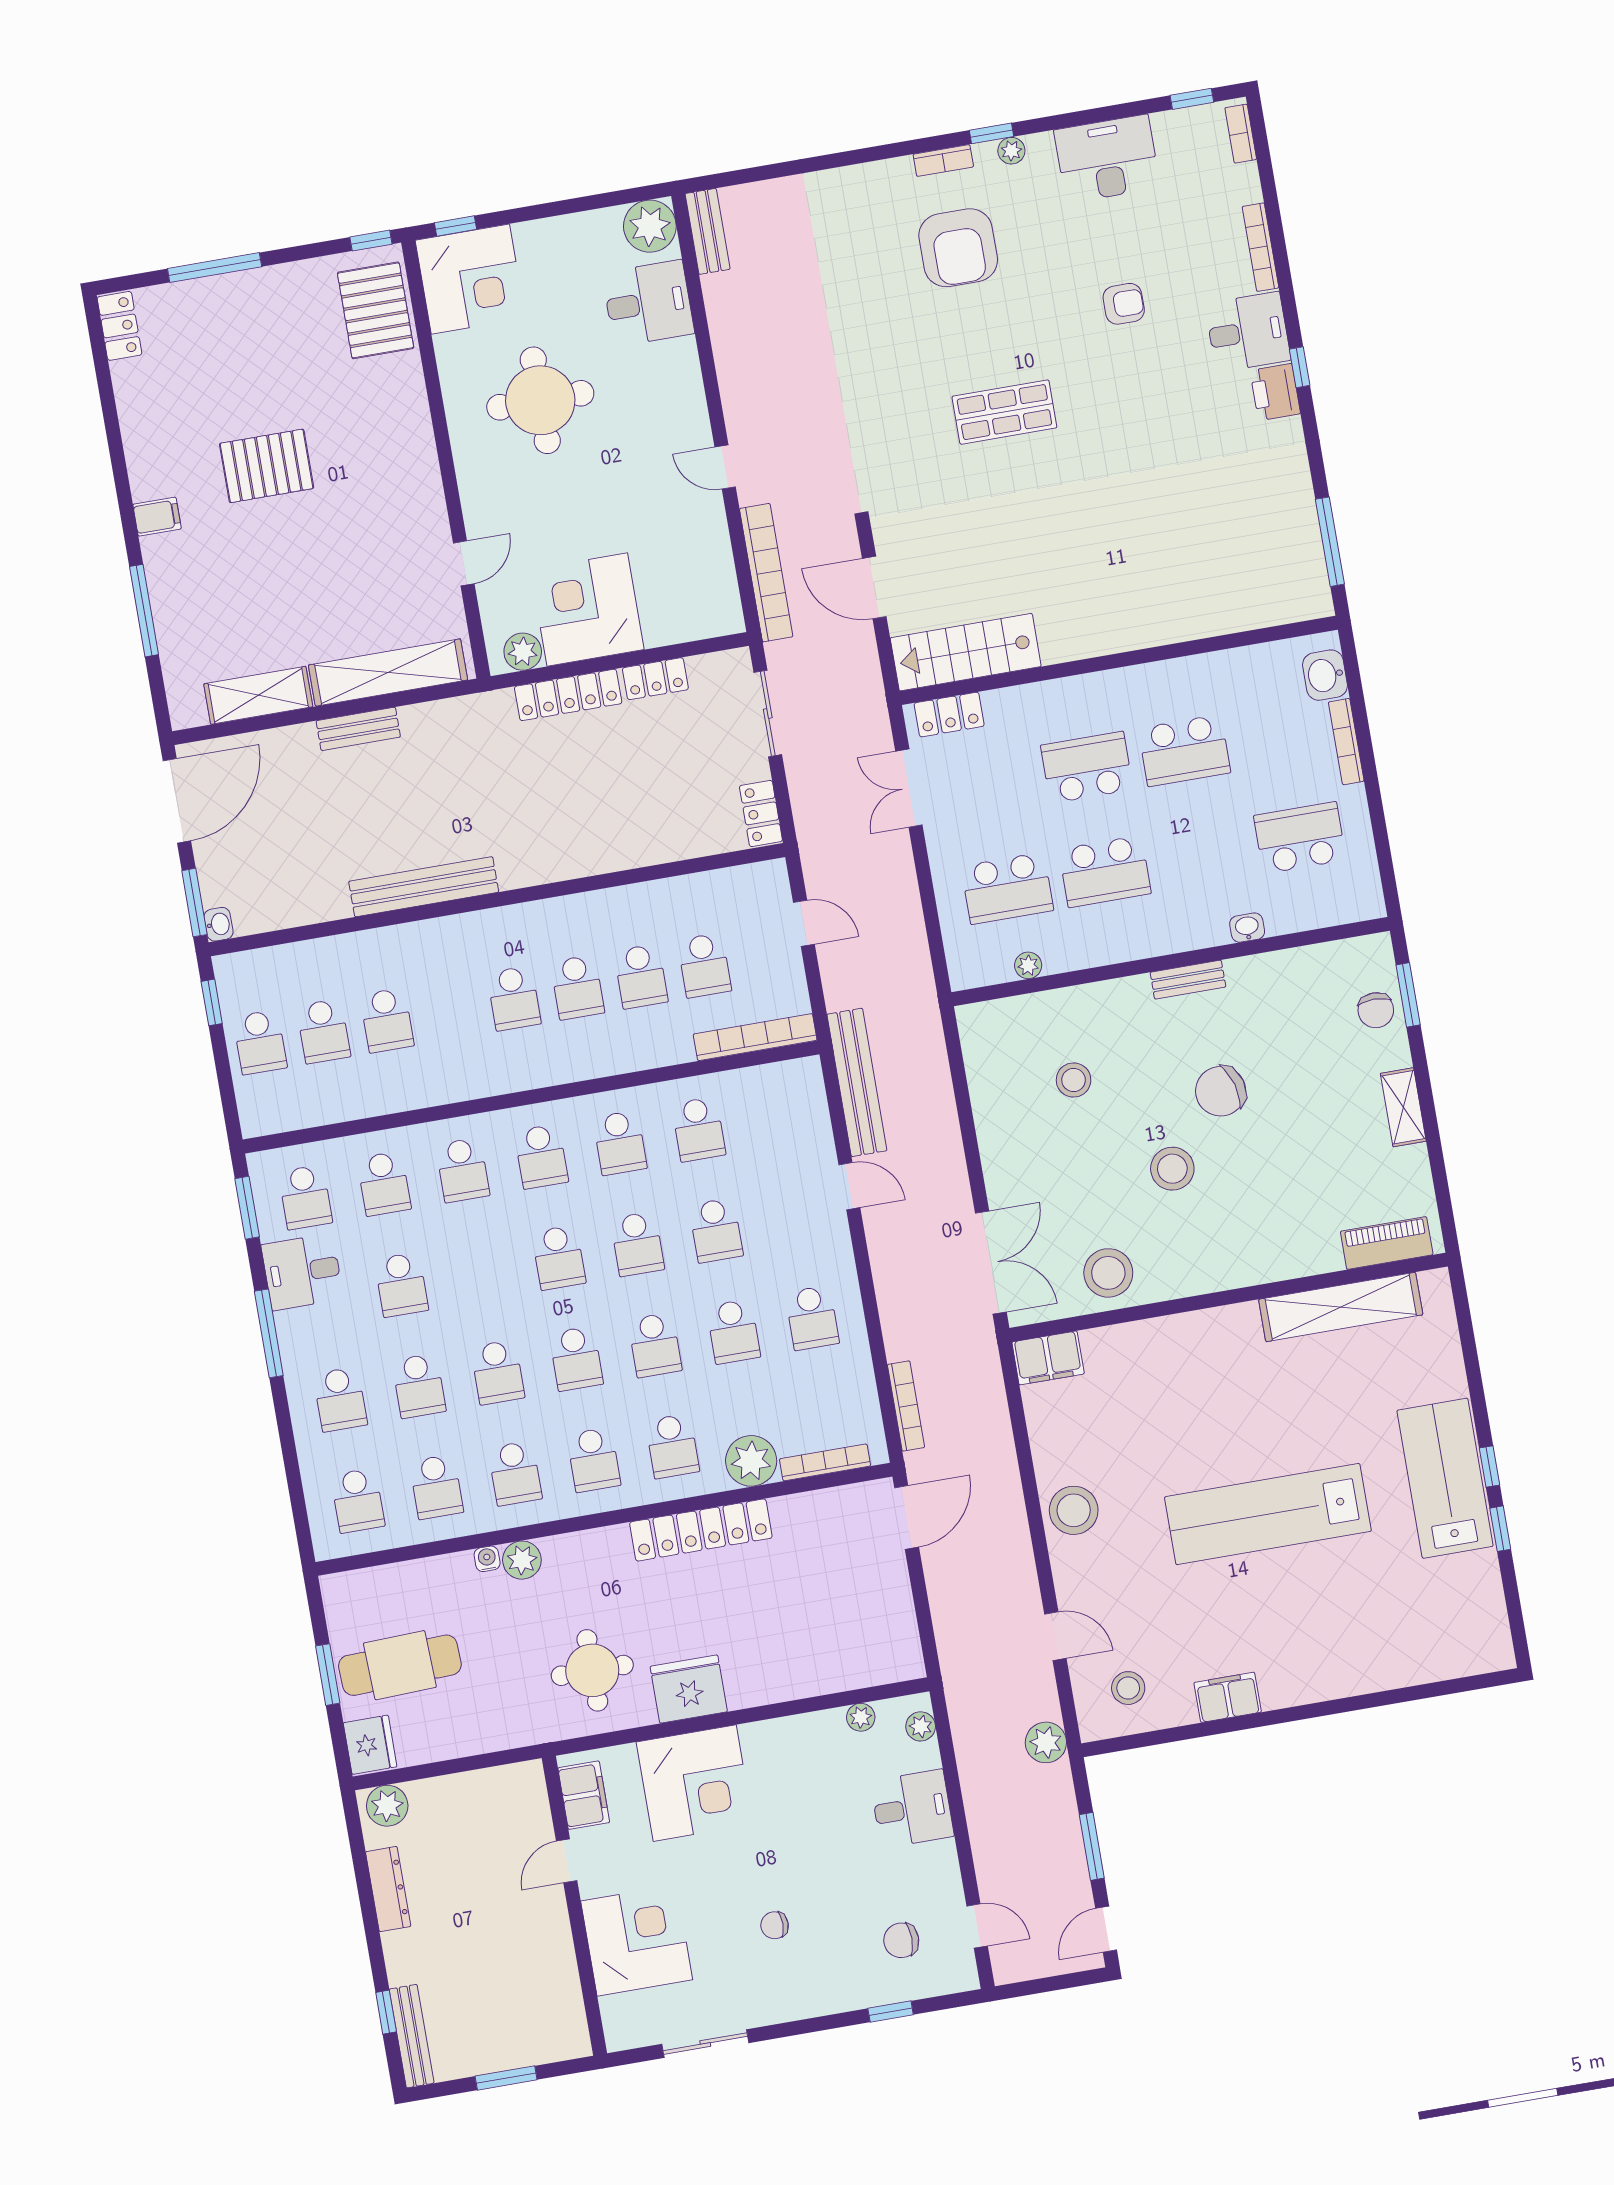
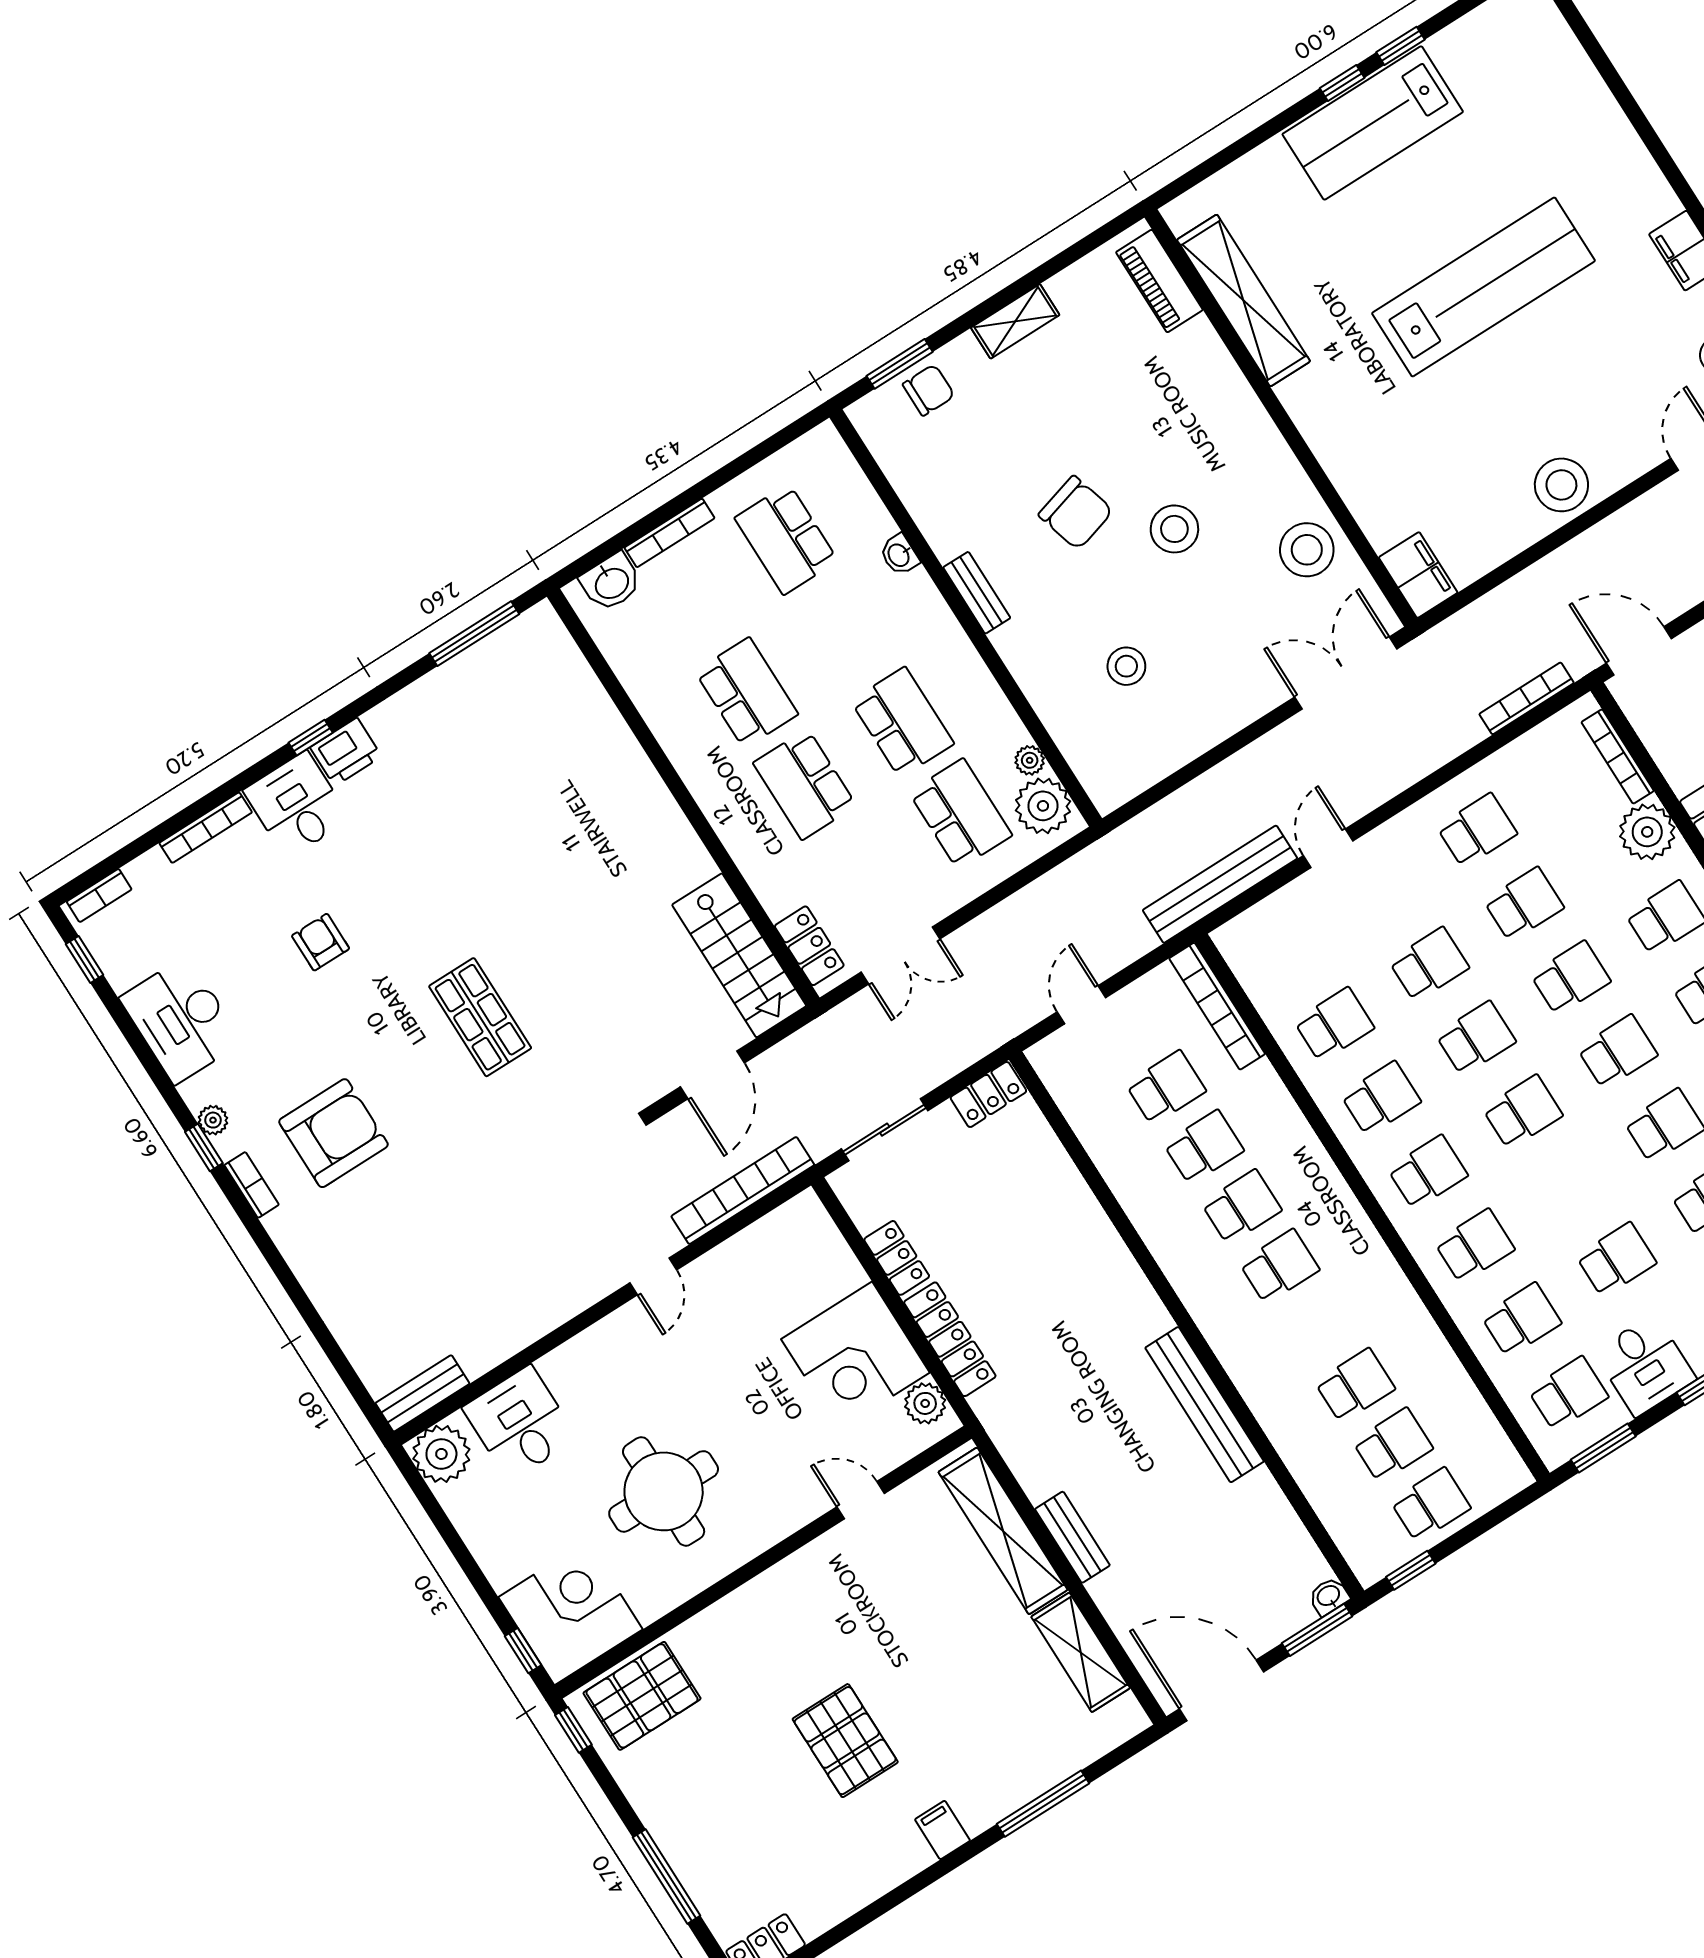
plant: (985, 961) -> (1043, 806), added
lab bench: (1268, 1514) -> (1483, 287), turned -90

